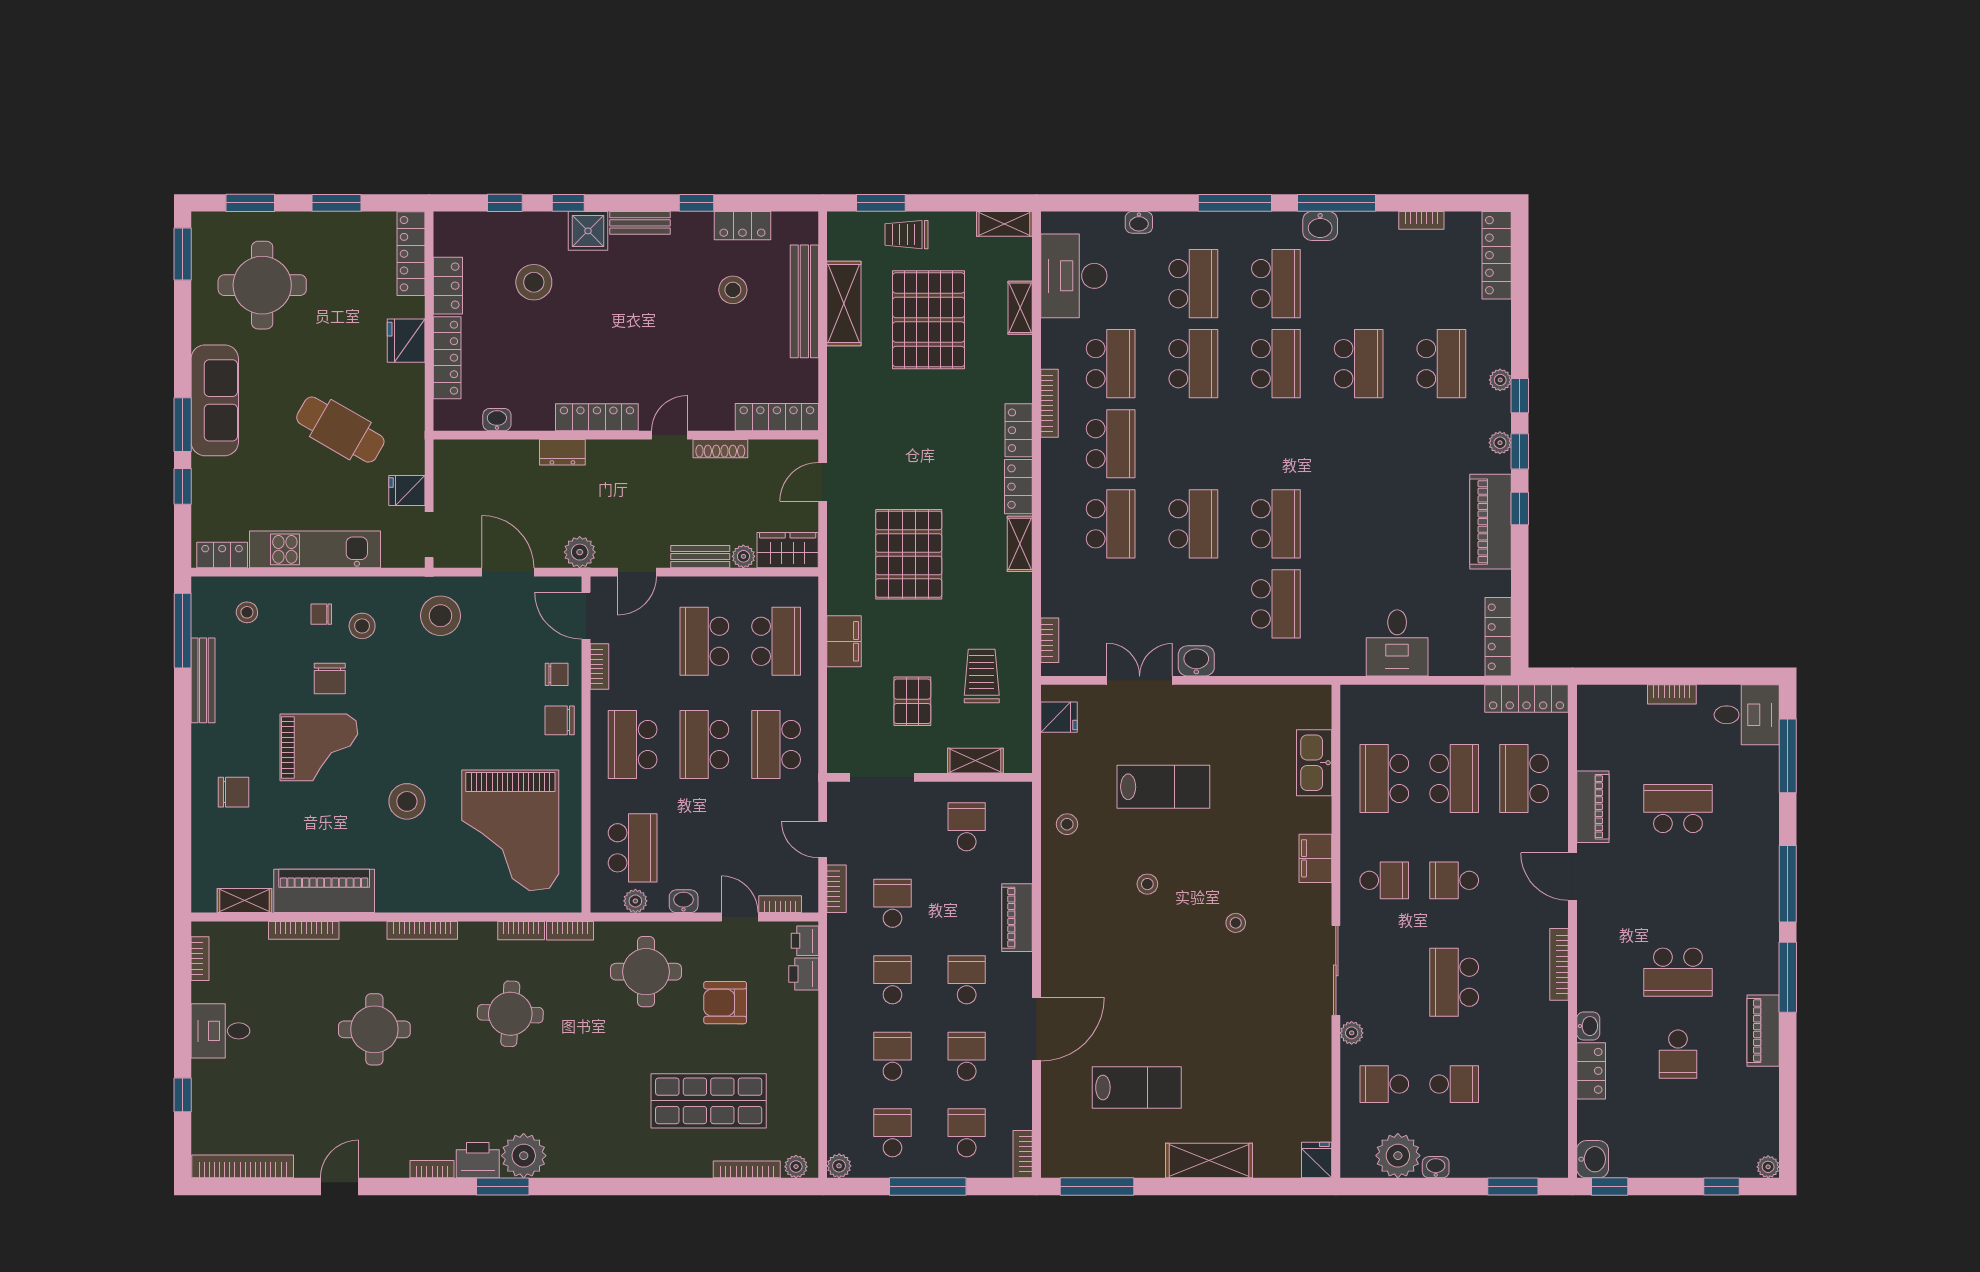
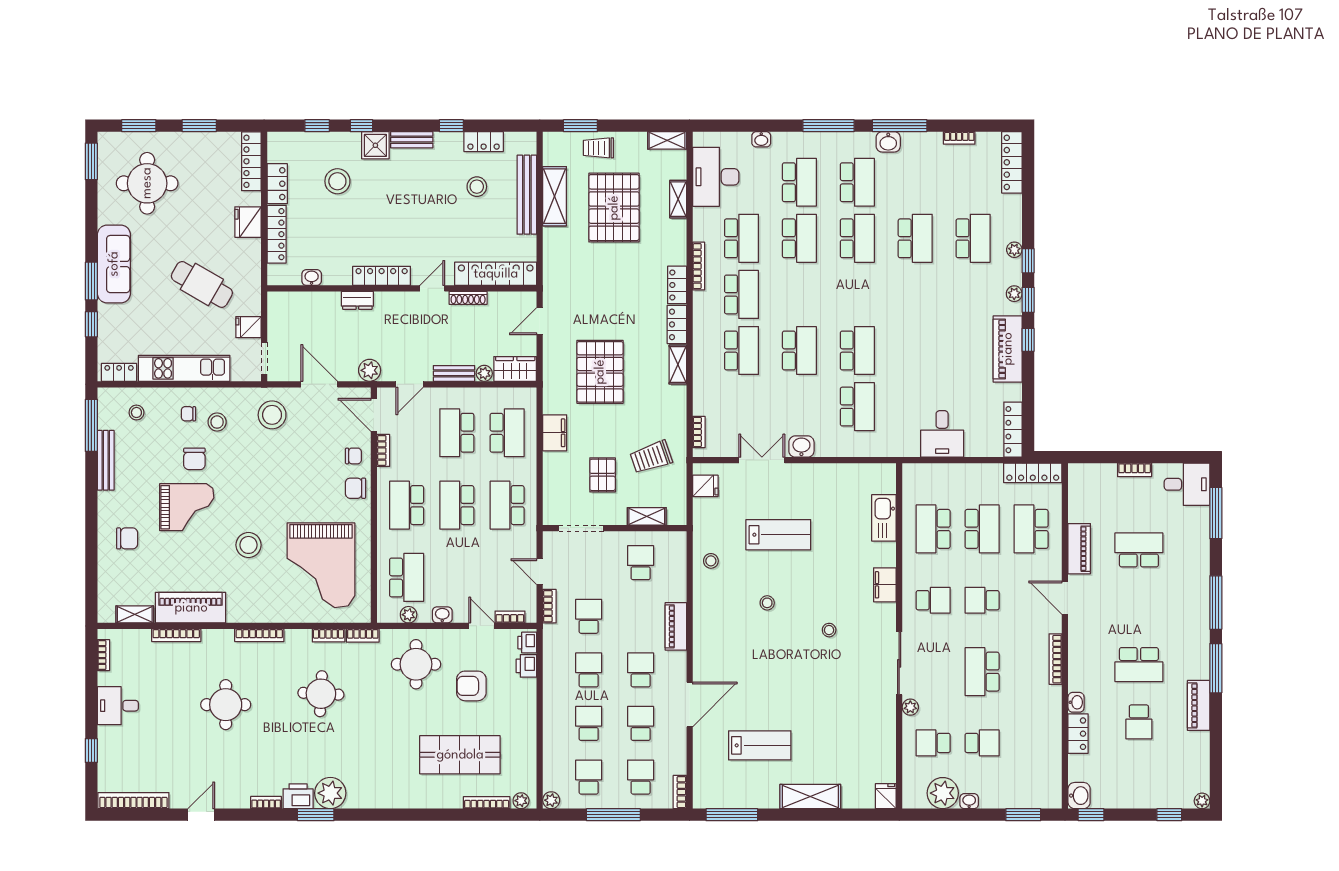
locker: (777, 417) -> (496, 274), width x1.41, depth x1.21
trolley: (982, 676) -> (651, 457), turned -109

